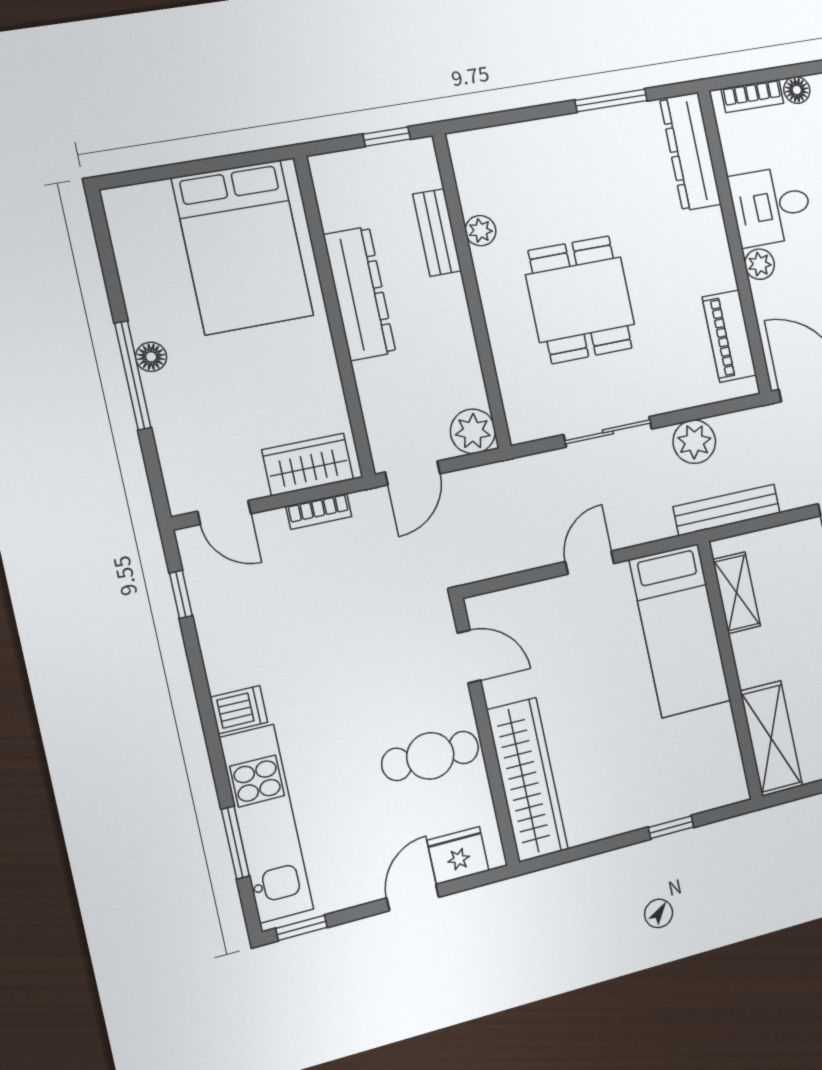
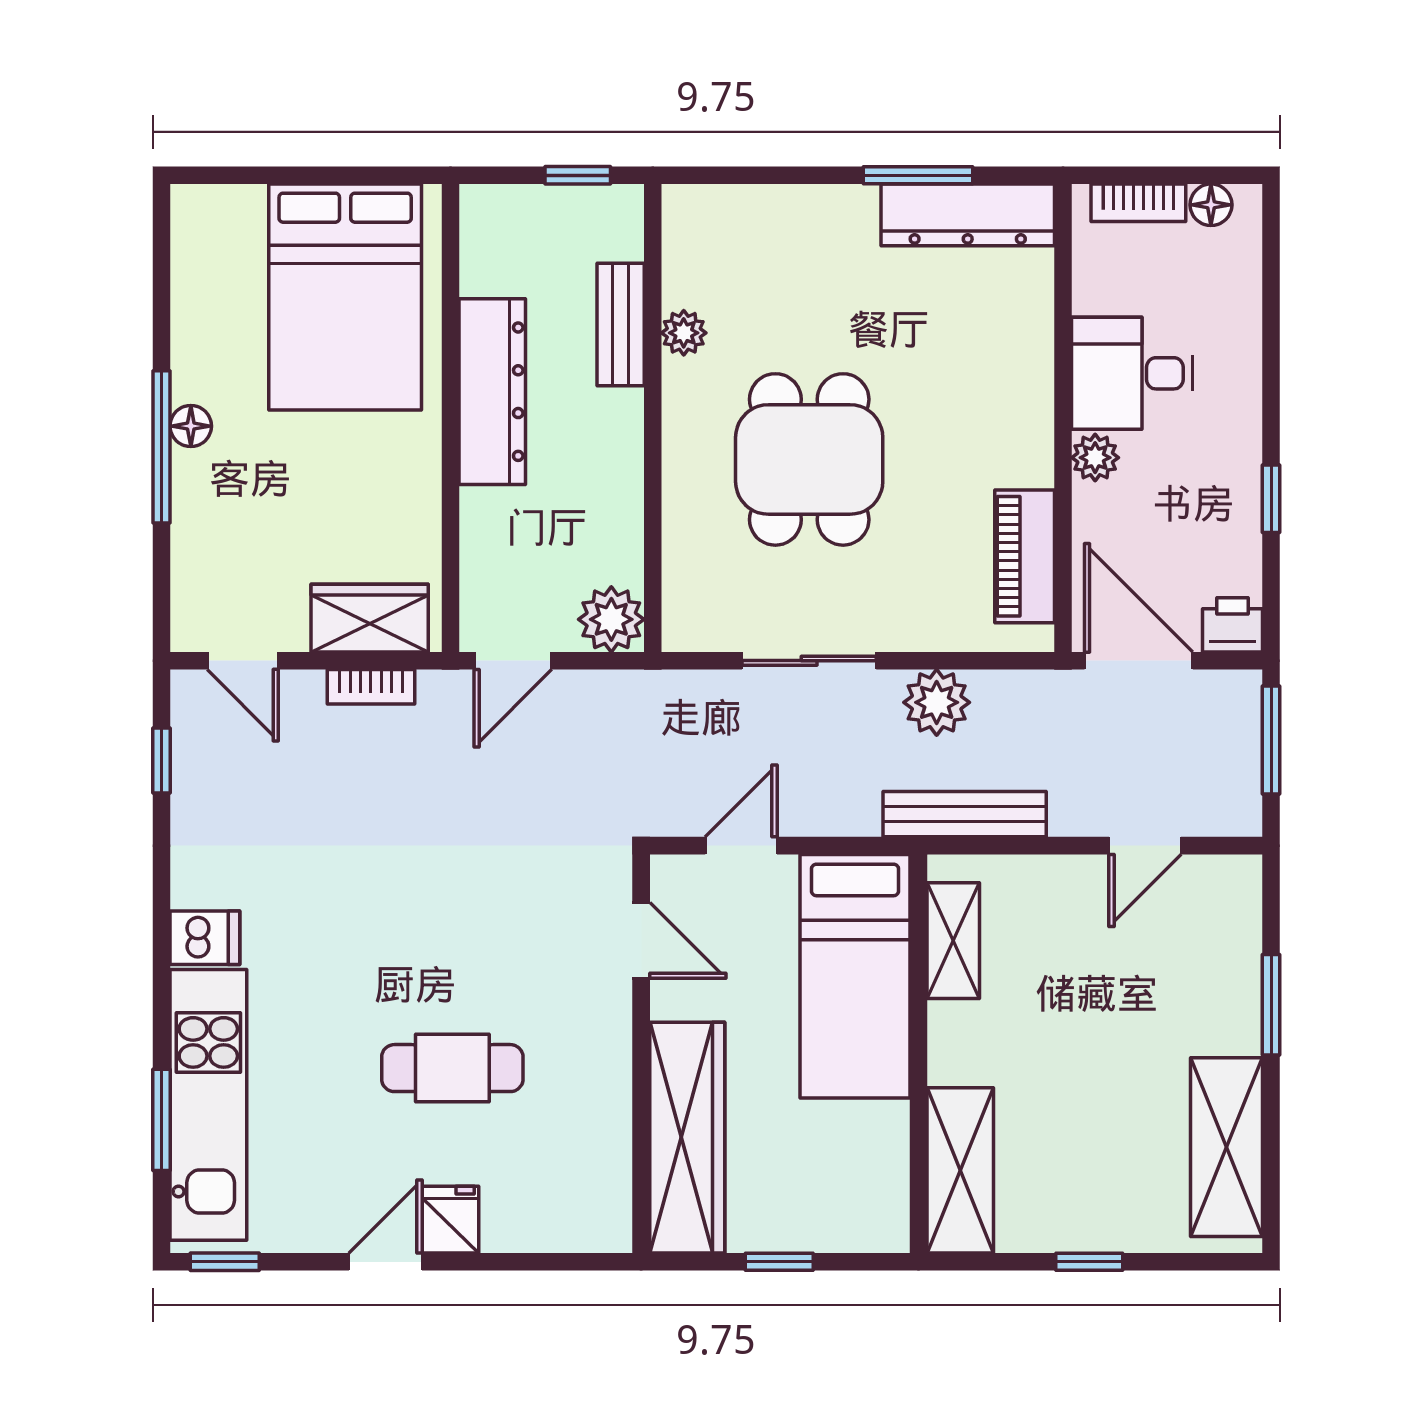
dresser: (690, 152) -> (968, 215), moved, turned -90
door: (469, 657) -> (641, 940), moved
wall: (485, 732) -> (641, 1054), moved
wardrobe: (527, 780) -> (687, 1138), moved
fridge: (458, 856) -> (450, 1220), width x0.72

